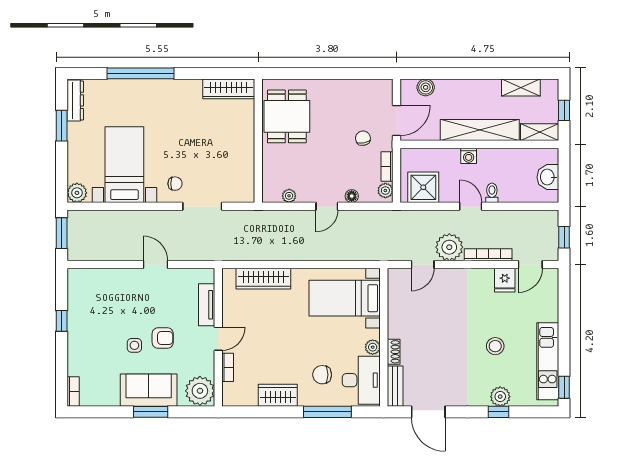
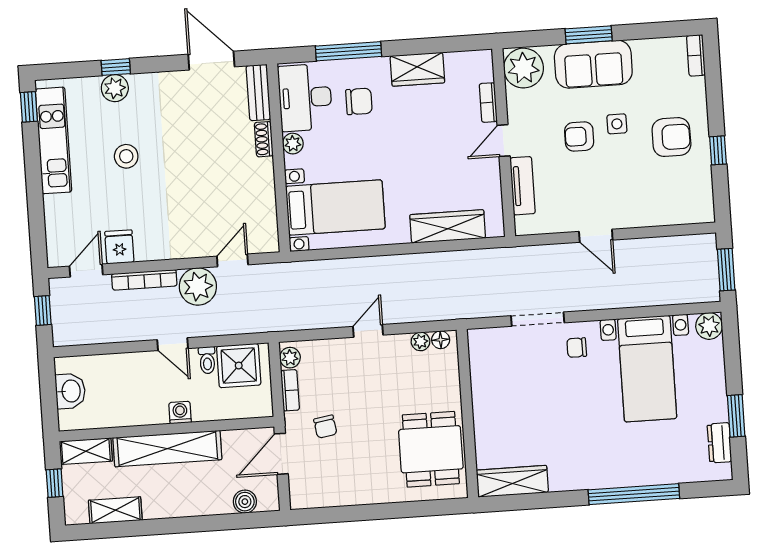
dresser: (75, 100) -> (719, 443), width x0.70
toilet: (492, 193) -> (207, 360), moved
floor lamp: (352, 196) -> (441, 340), moved
armchair: (95, 333) -> (671, 137), added

